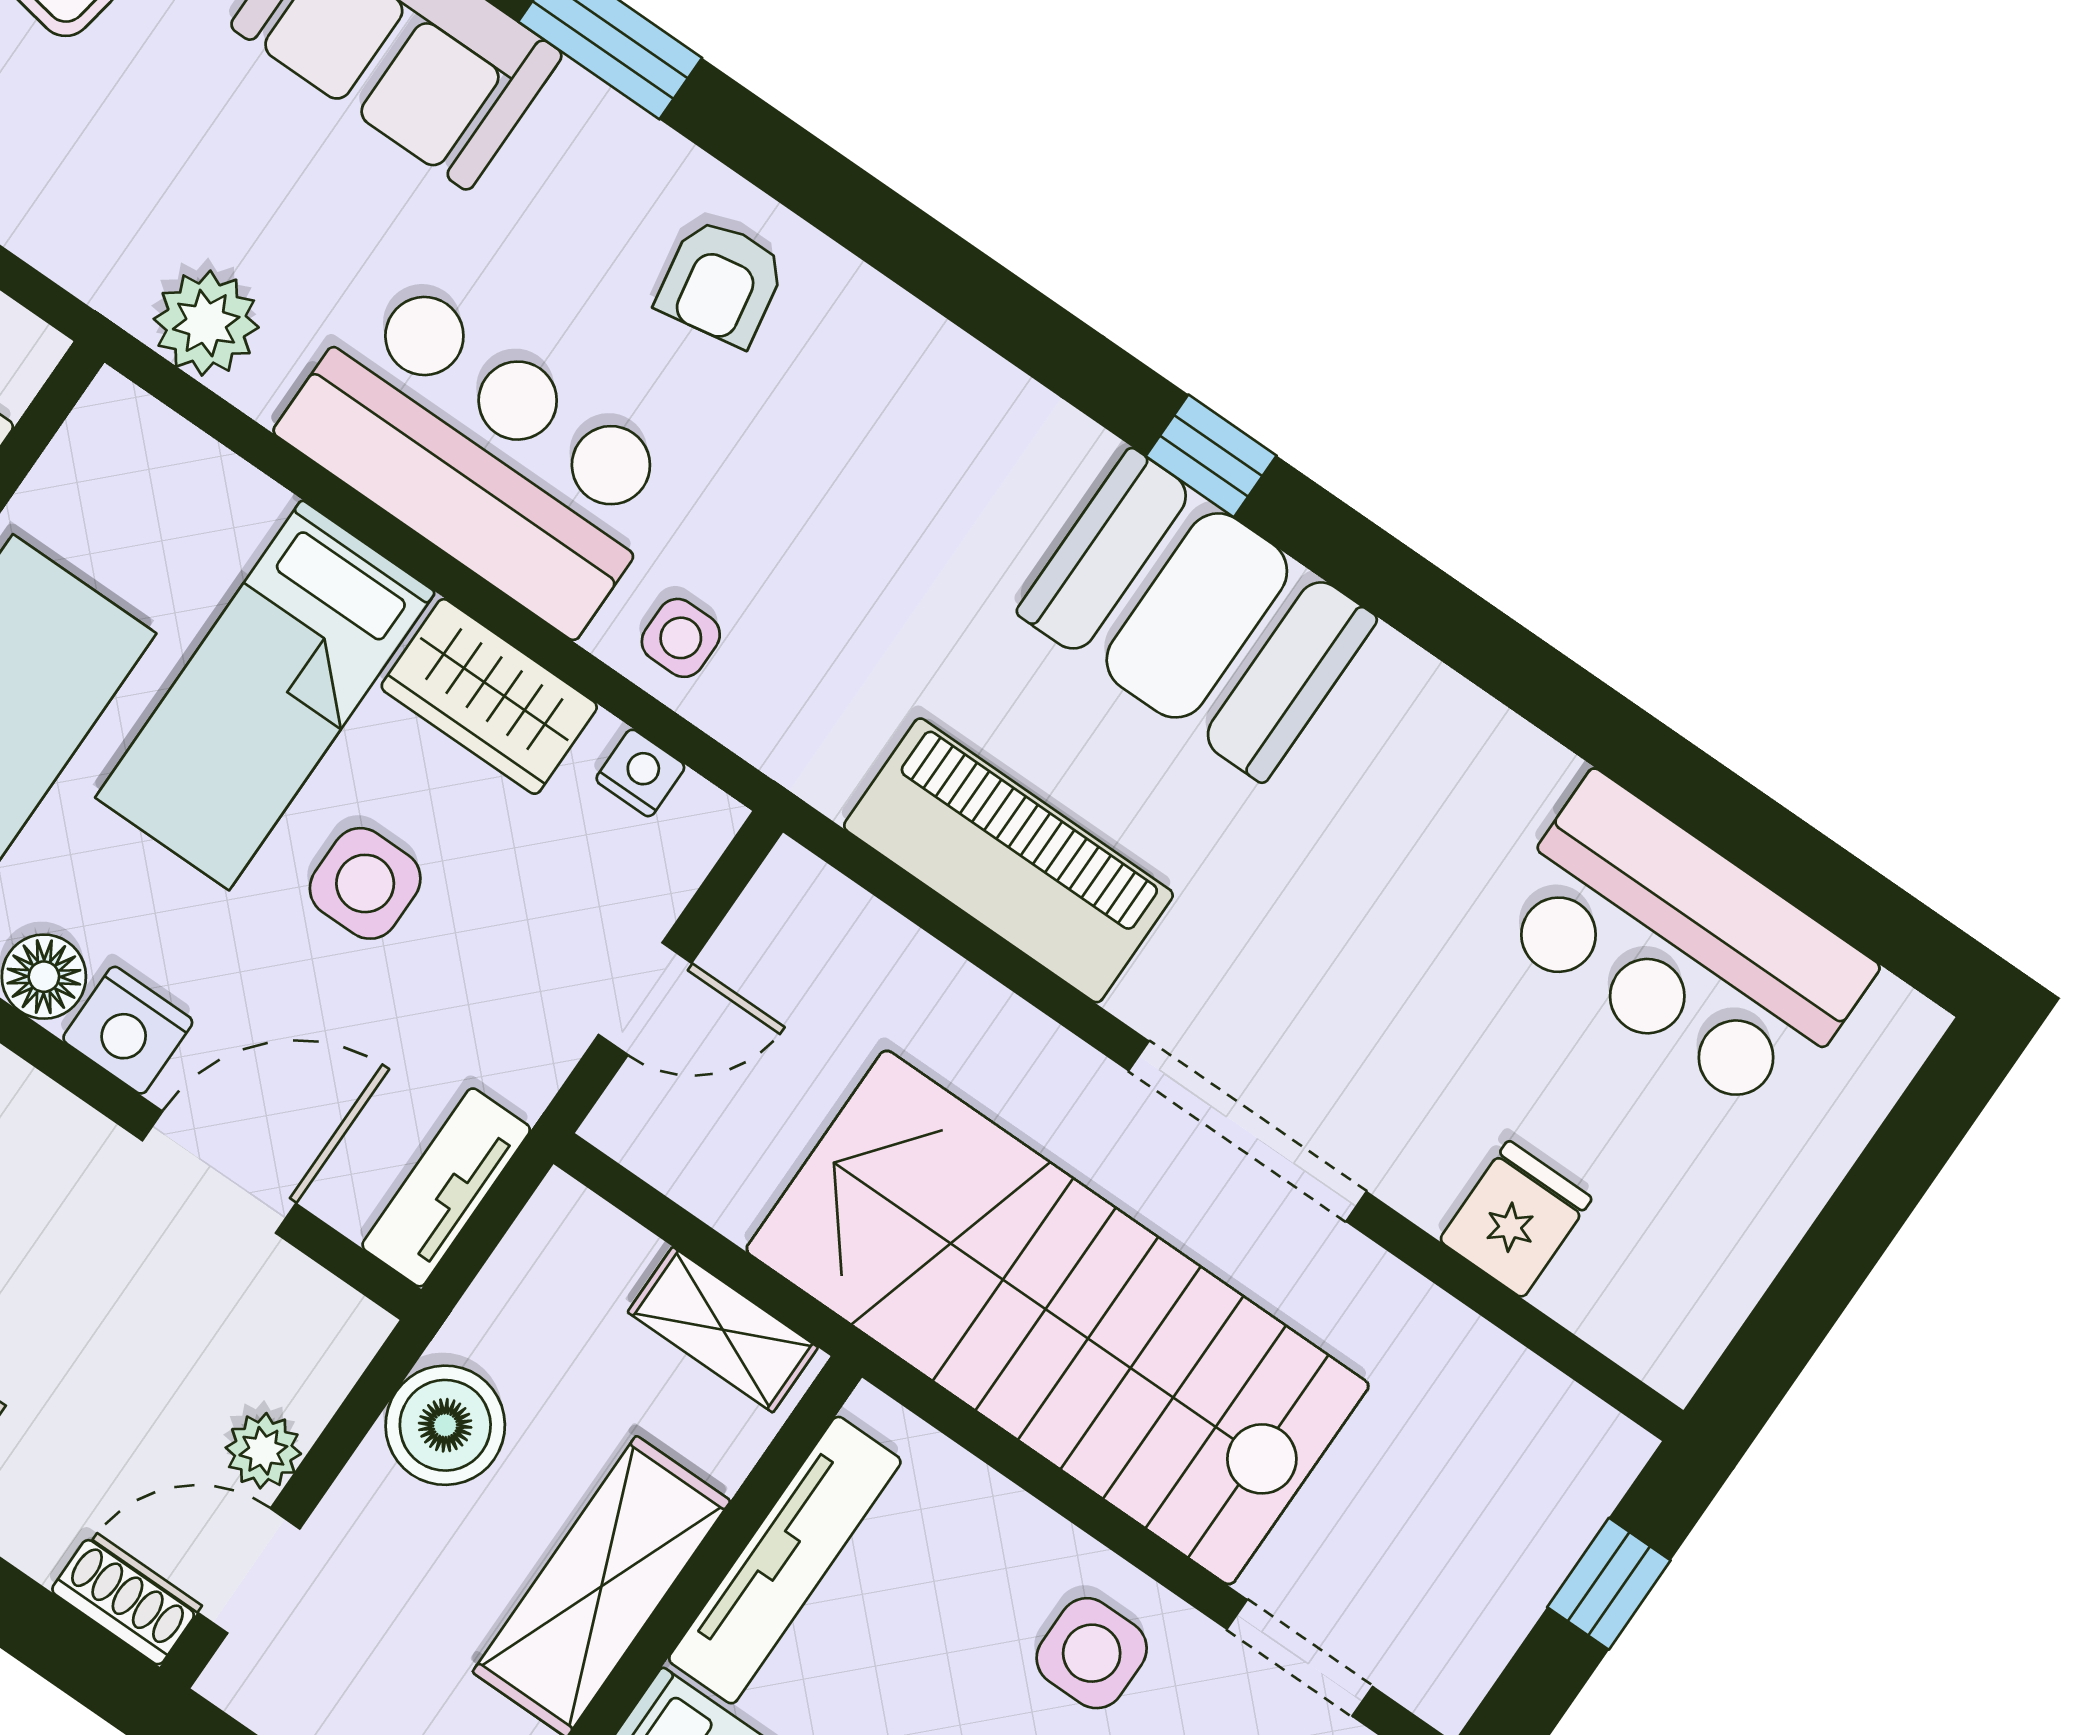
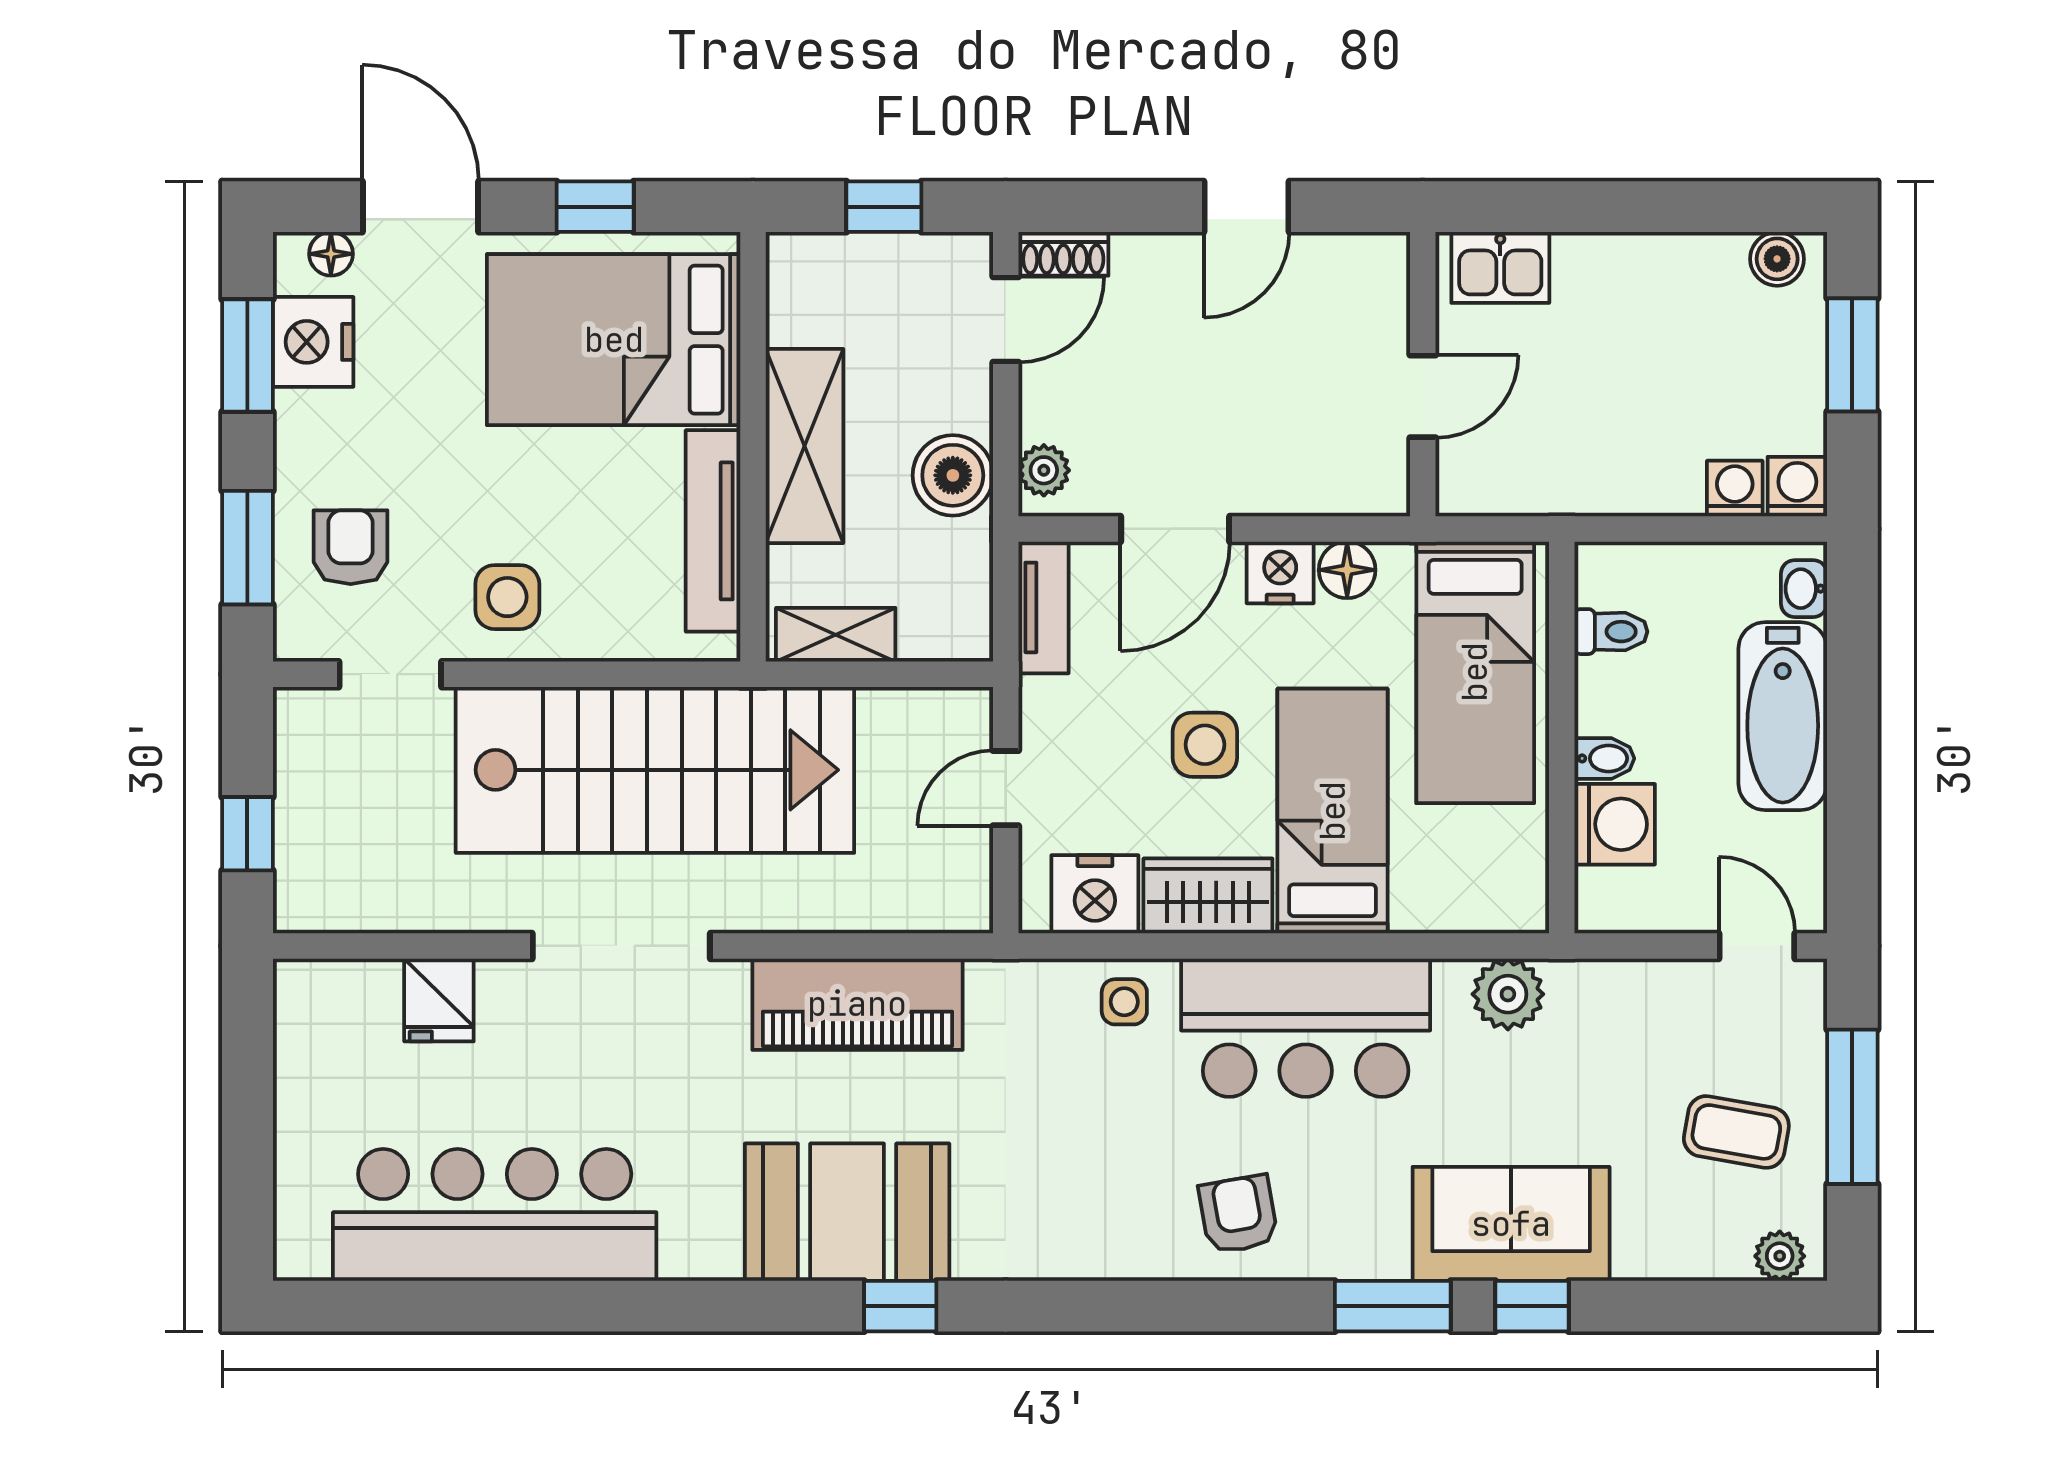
nightstand: (640, 773) -> (1095, 894), width x1.89, depth x1.79
bar counter: (1682, 946) -> (495, 1215), width x1.36
plant: (263, 1451) -> (1044, 470), moved

